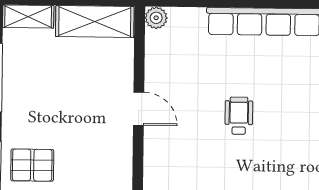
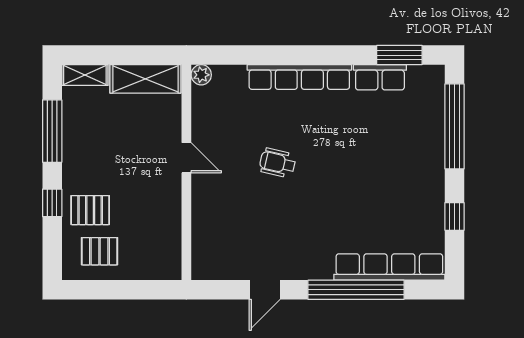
wheelchair: (239, 116) -> (277, 163), turned -77

